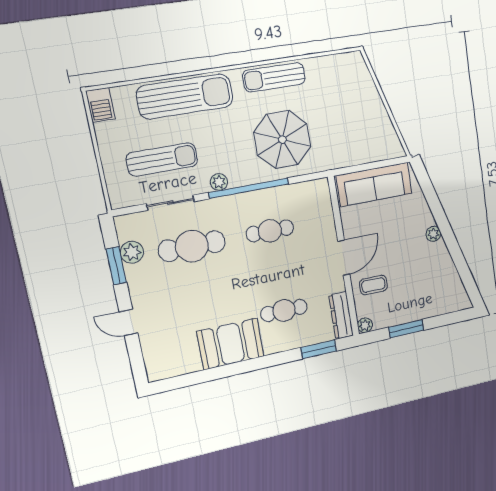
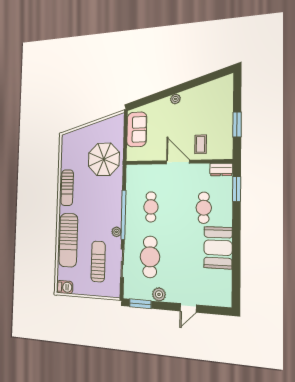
sun lounger: (185, 96) -> (68, 240), turned 180
parasol: (282, 140) -> (104, 159), moved
sofa: (374, 184) -> (137, 129), width x0.73
plant: (132, 252) -> (159, 294), moved
window: (116, 266) -> (140, 304), moved
dresser: (341, 315) -> (221, 169), width x0.70
plant: (365, 325) -> (227, 154), removed

